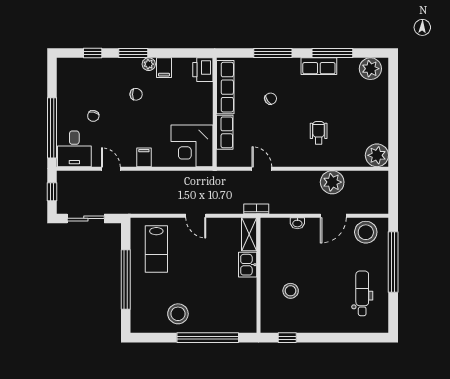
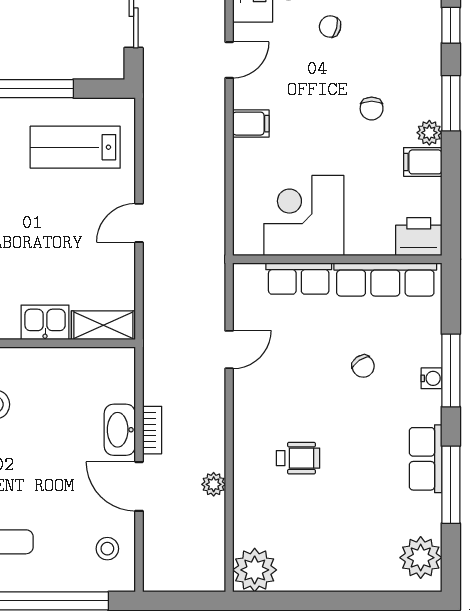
water cooler: (277, 63) -> (431, 378), added
corner desk: (192, 146) -> (304, 215), moved
plant: (332, 182) -> (214, 484), width x0.53, depth x0.53
bookcase: (256, 209) -> (152, 430), moved
washbasin: (297, 223) -> (120, 430), width x1.91, depth x1.45
stool: (366, 232) -> (107, 549), width x0.53, depth x0.53

